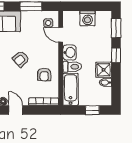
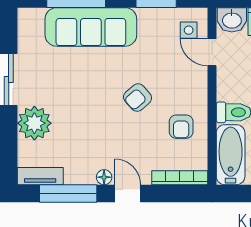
washbasin: (70, 53) -> (232, 20), moved, turned 90

